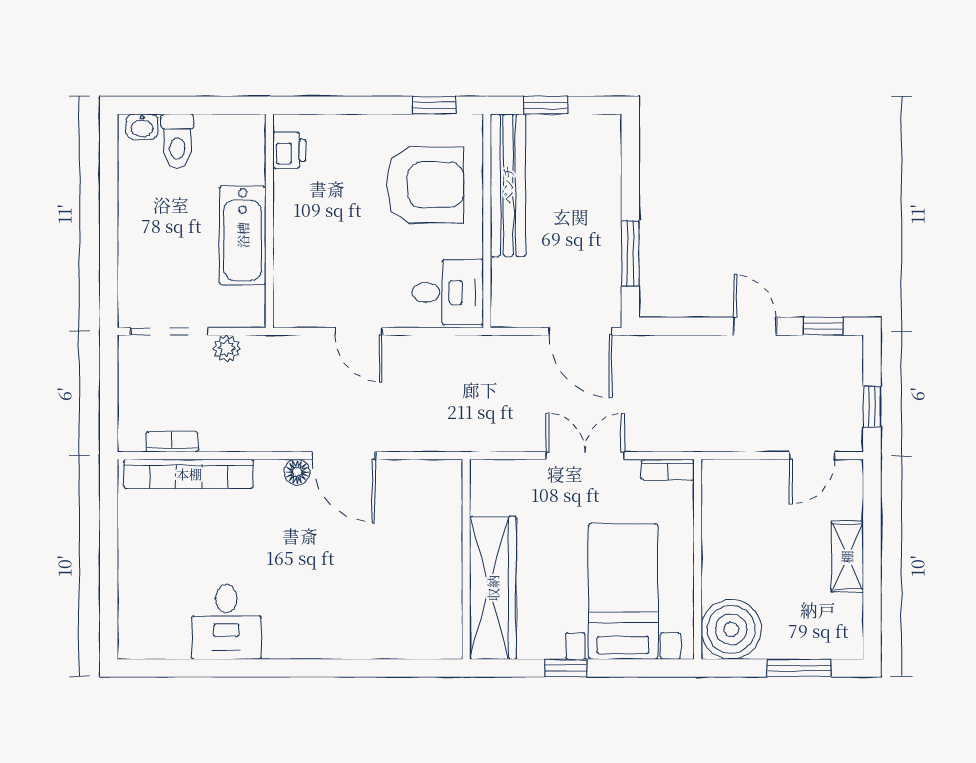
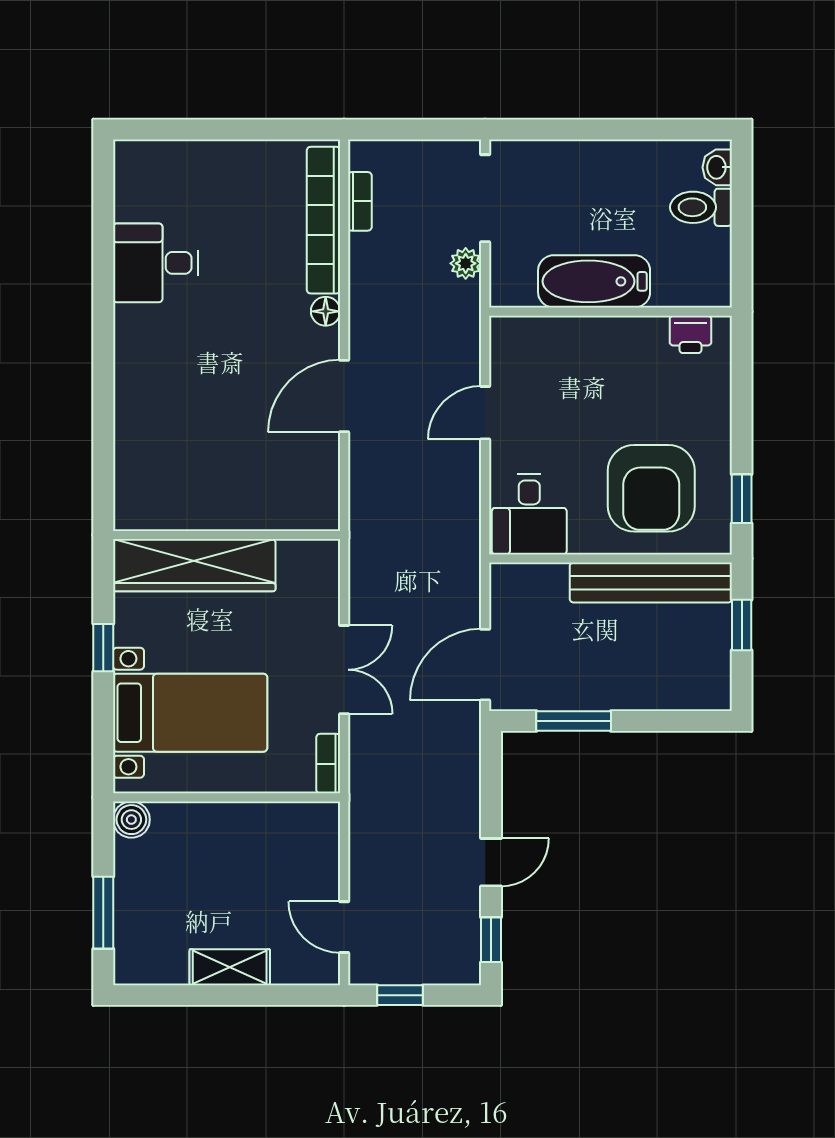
floor lamp: (297, 472) -> (326, 311), moved
boiler: (731, 629) -> (131, 820), width x0.54, depth x0.54

